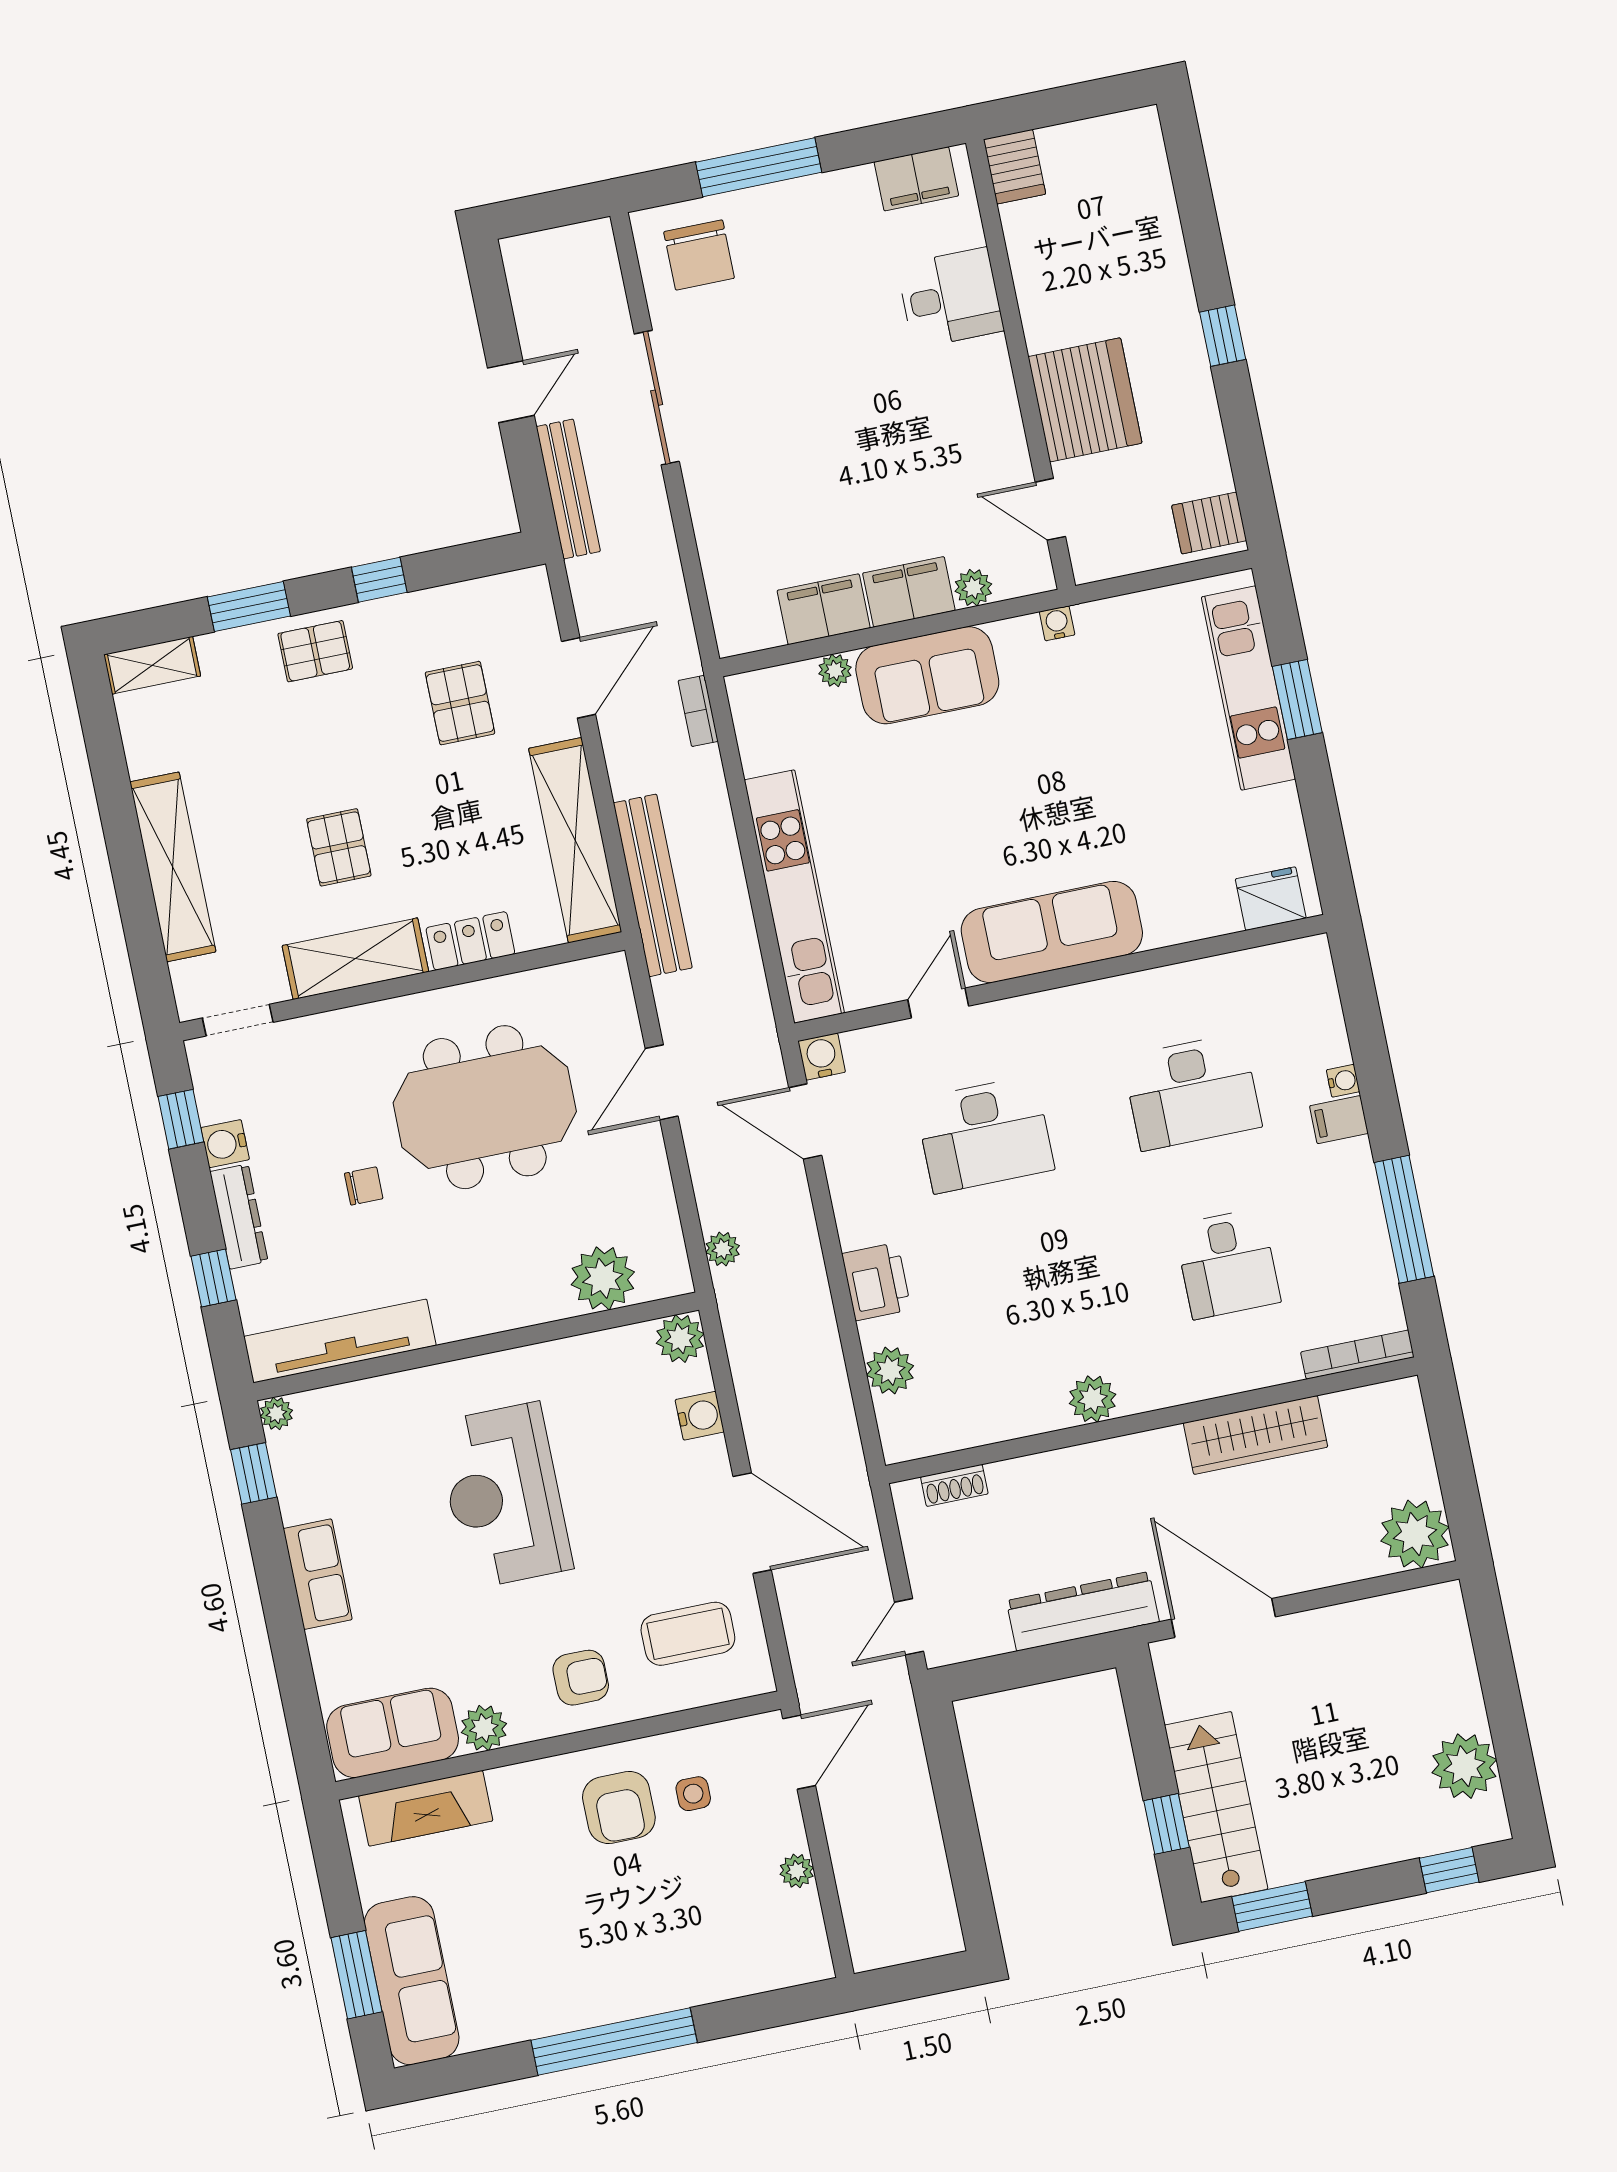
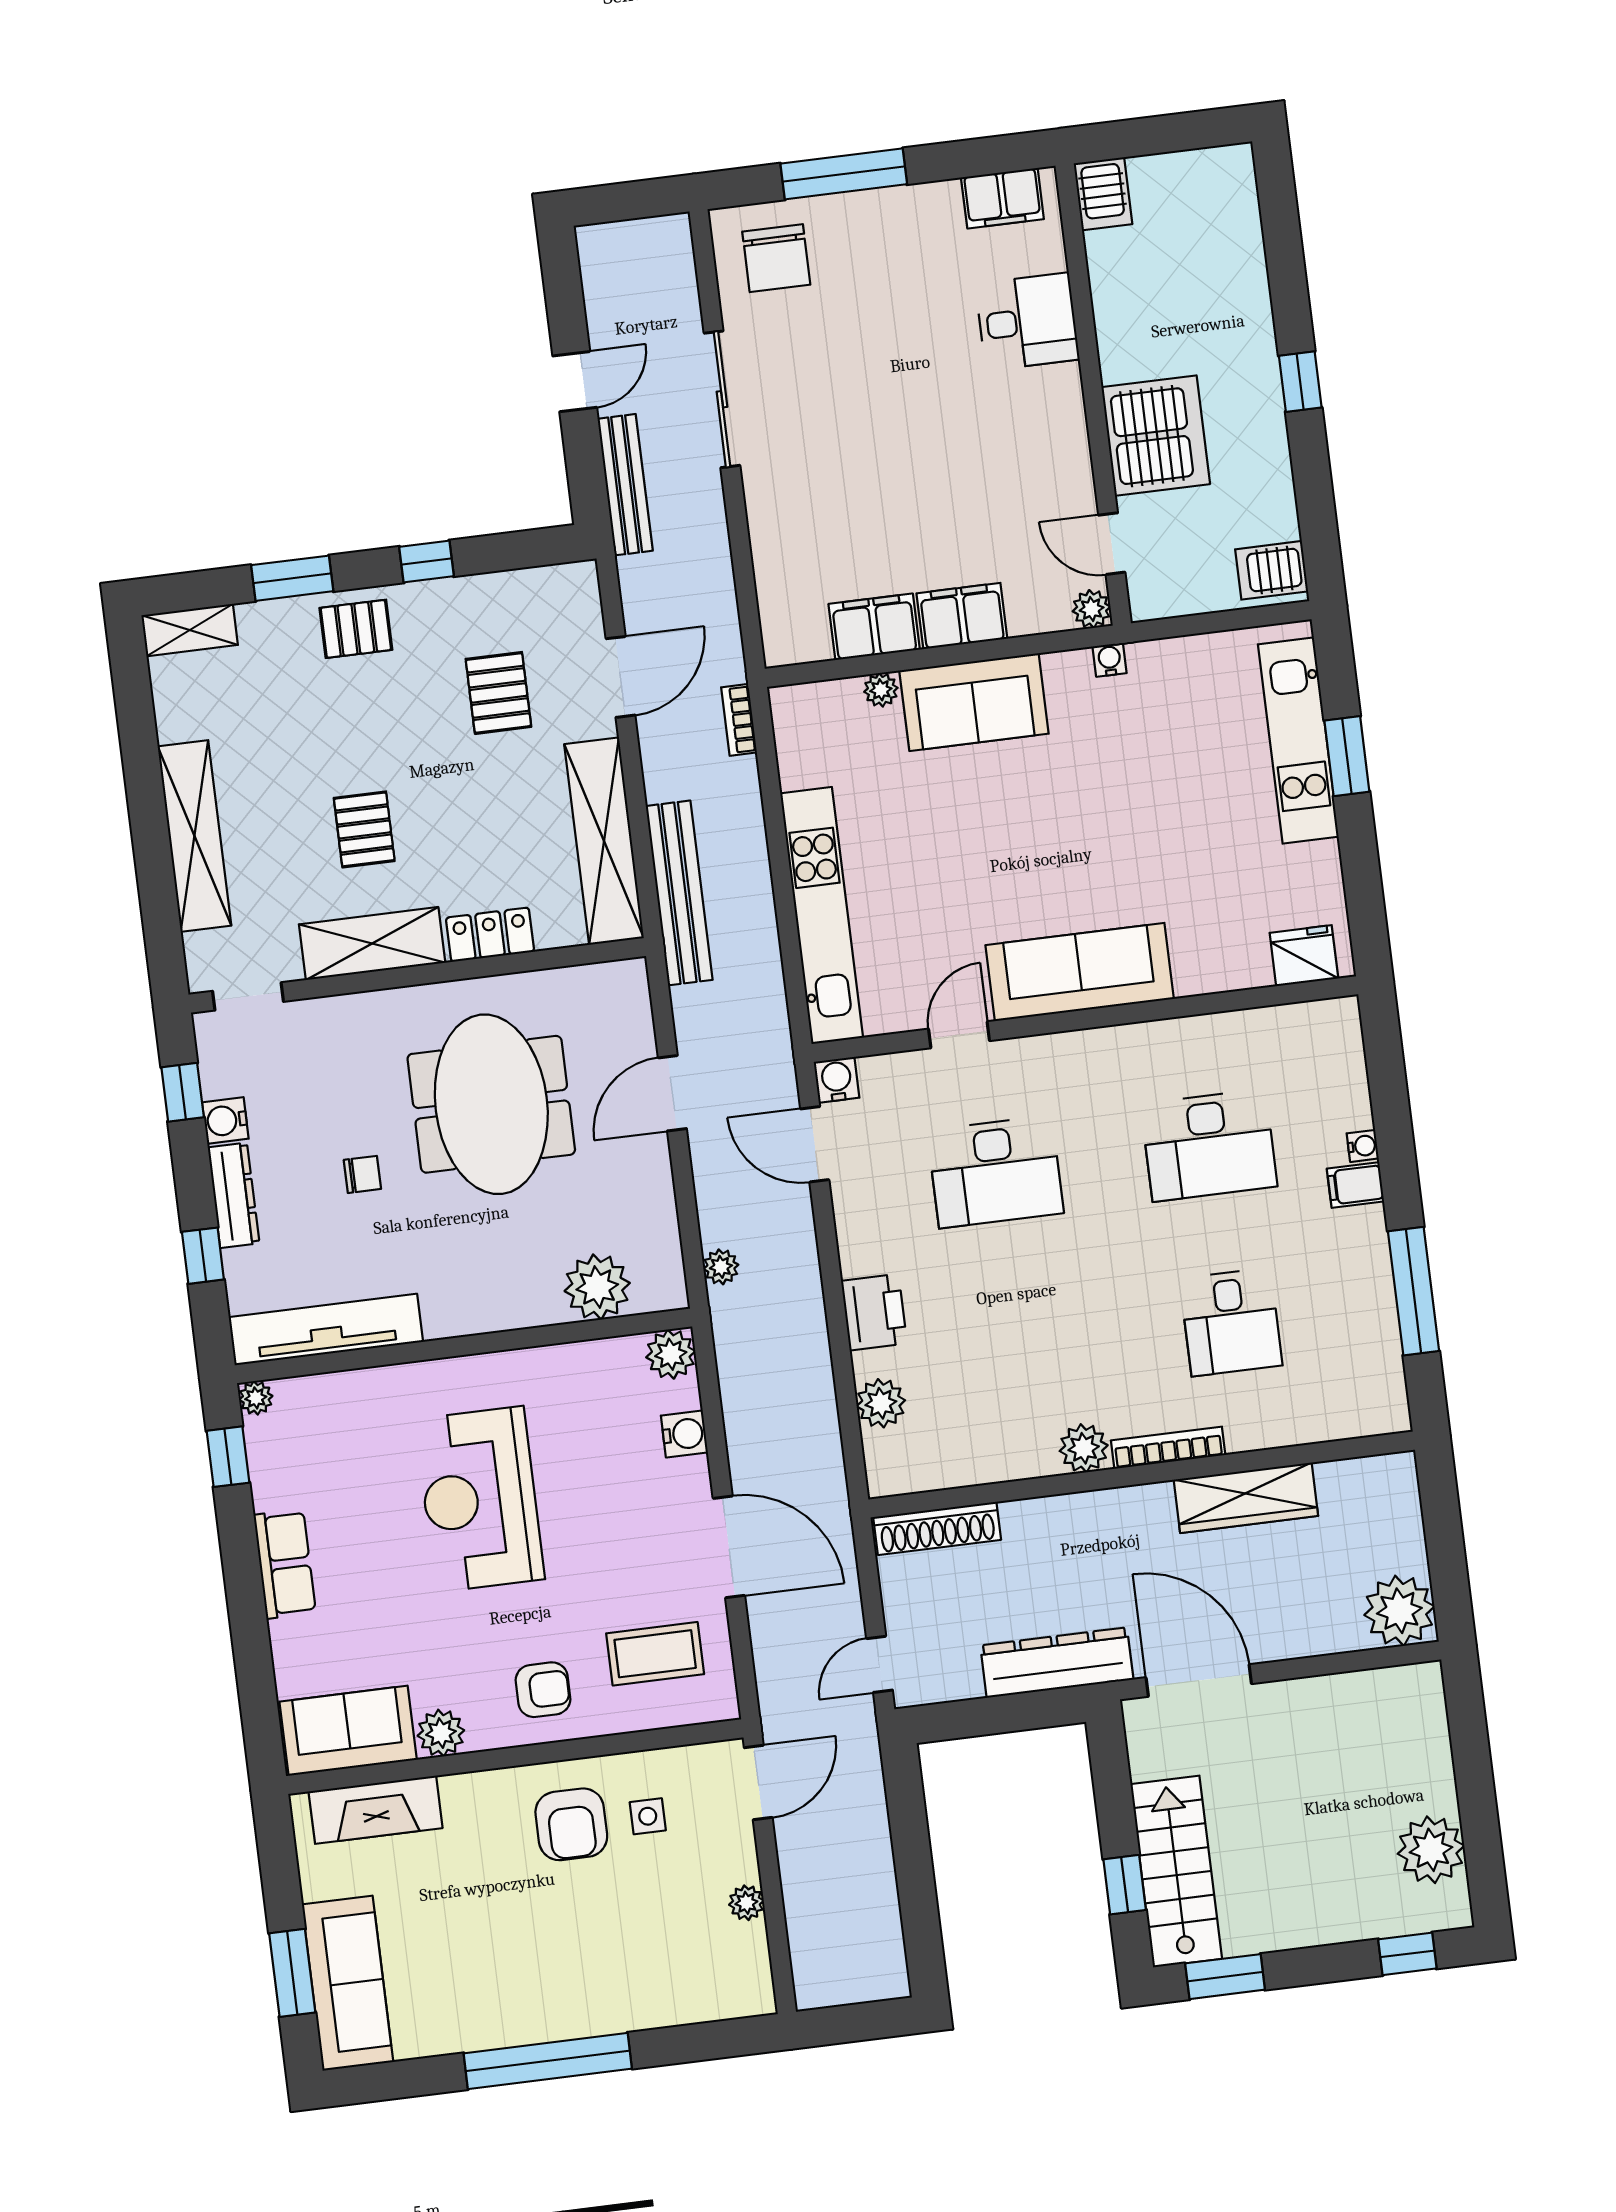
plant: (973, 588) -> (1092, 609), moved
meeting table: (485, 1107) -> (491, 1104), turned 90
bookcase: (1357, 1355) -> (1168, 1448), moved
shoe rack: (954, 1485) -> (937, 1528), width x1.94, depth x1.24

